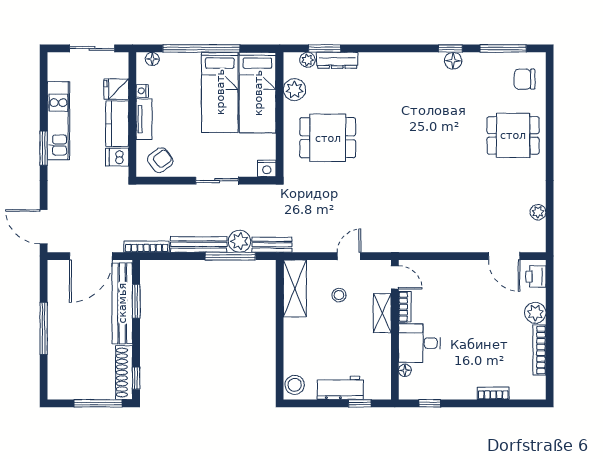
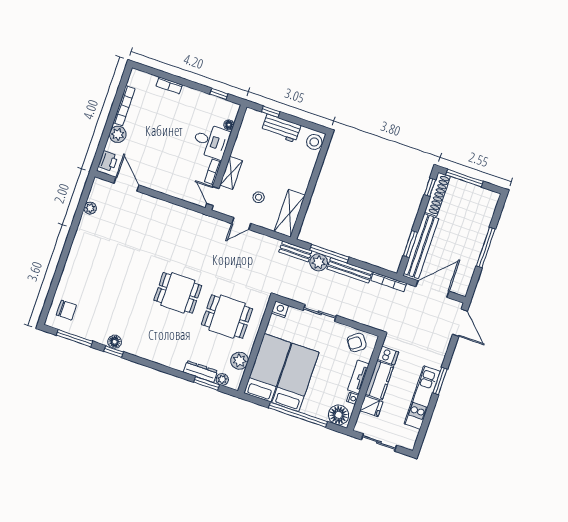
floor lamp: (152, 59) -> (339, 415), width x1.89, depth x1.89
dining table: (513, 135) -> (178, 293), moved

